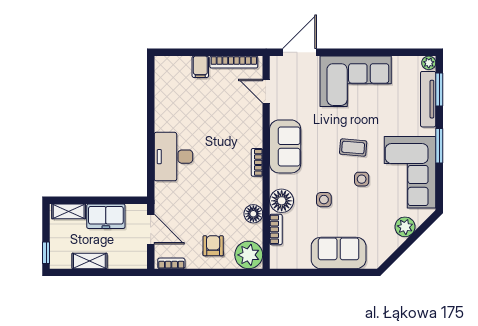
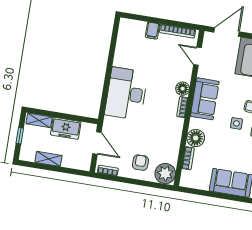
desk: (173, 157) -> (126, 94), width x1.36, depth x1.30
side table: (324, 200) -> (236, 123), moved
floor lamp: (253, 214) -> (183, 89), moved
window: (46, 253) -> (20, 136), moved

